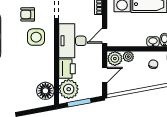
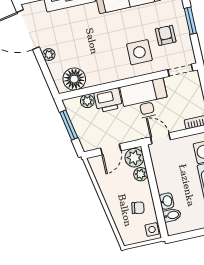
door: (105, 75) -> (111, 149), hinge flipped
plant: (69, 89) -> (87, 101), width x0.53, depth x0.53
plant: (23, 106) -> (49, 55), added

